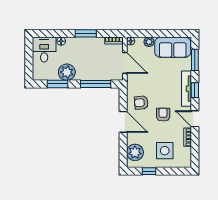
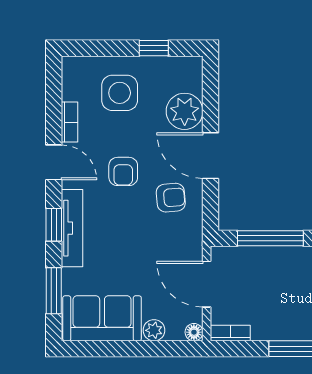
plant: (135, 152) -> (185, 111), moved

